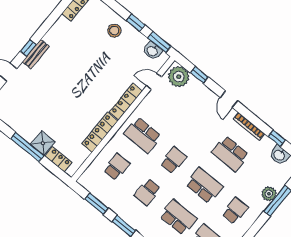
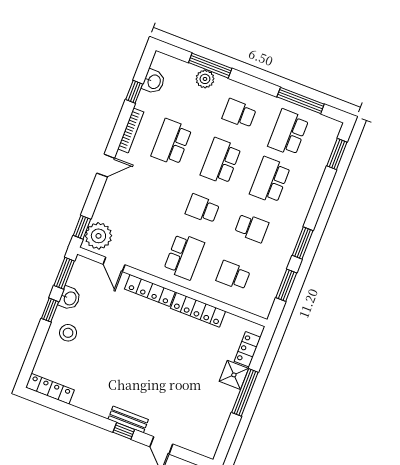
washbasin: (152, 51) -> (70, 298), moved
window: (199, 75) -> (82, 227), moved
school desk: (230, 154) -> (172, 142), turned 180

